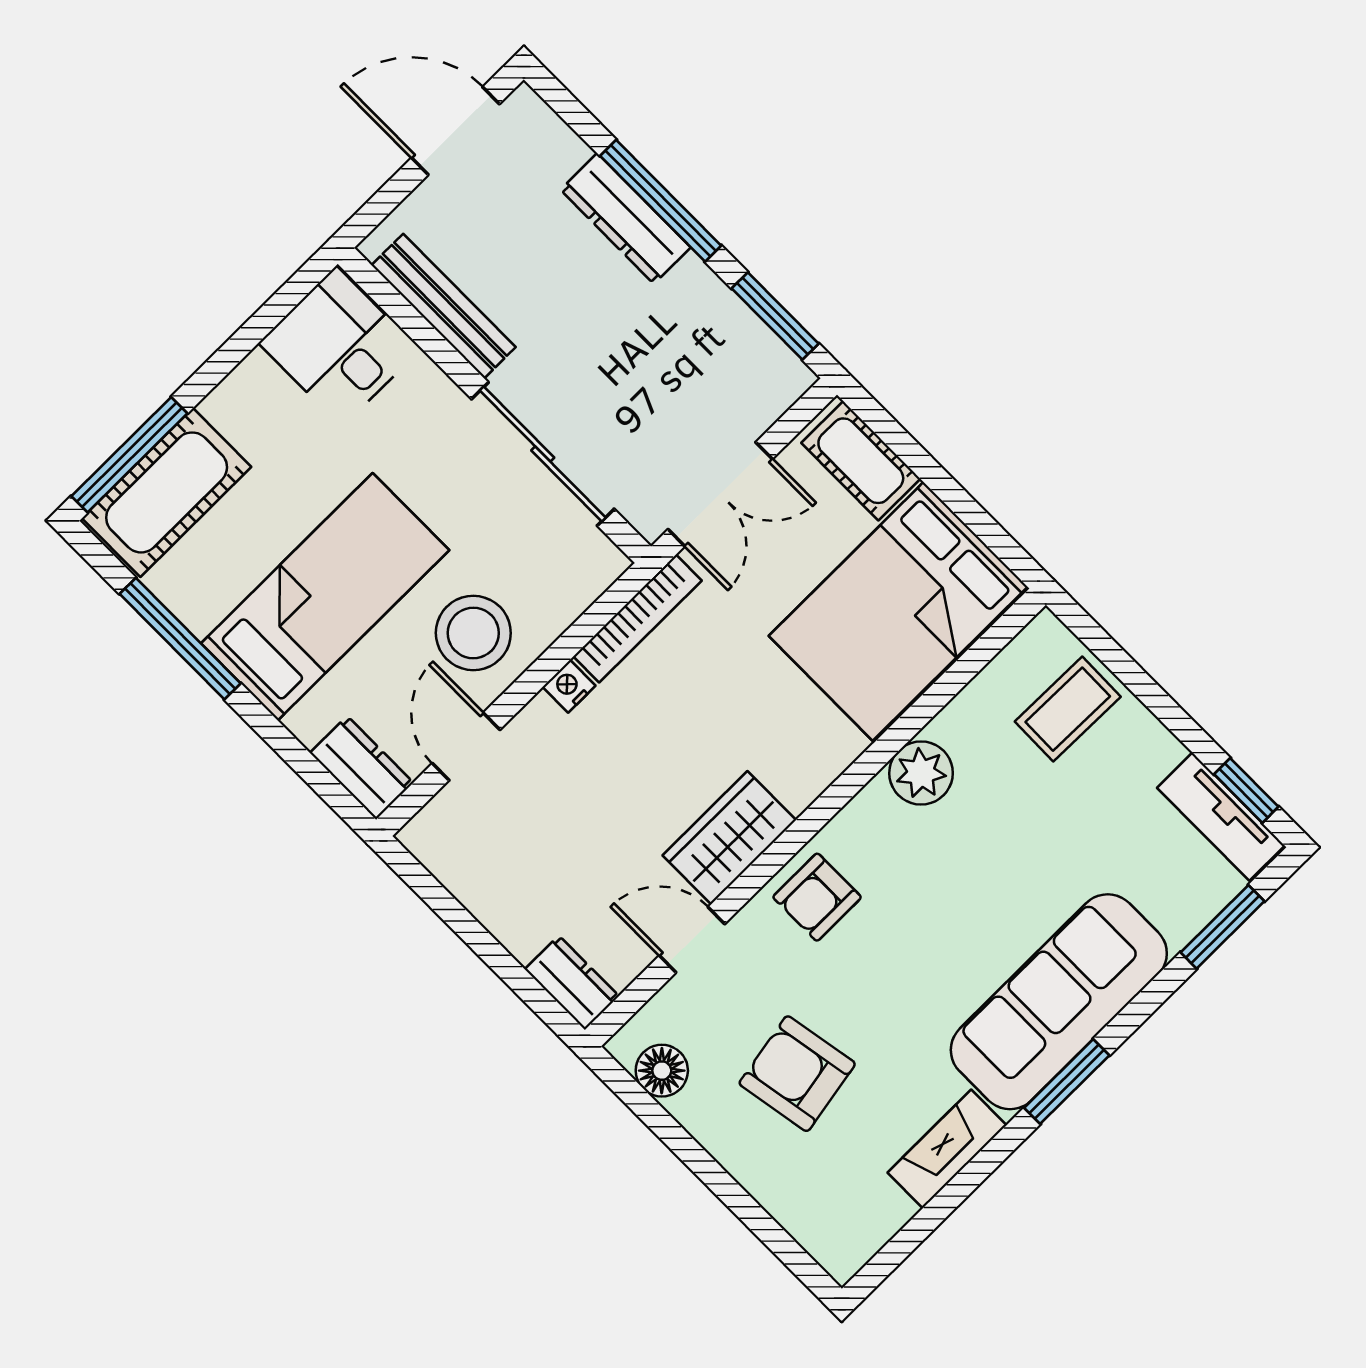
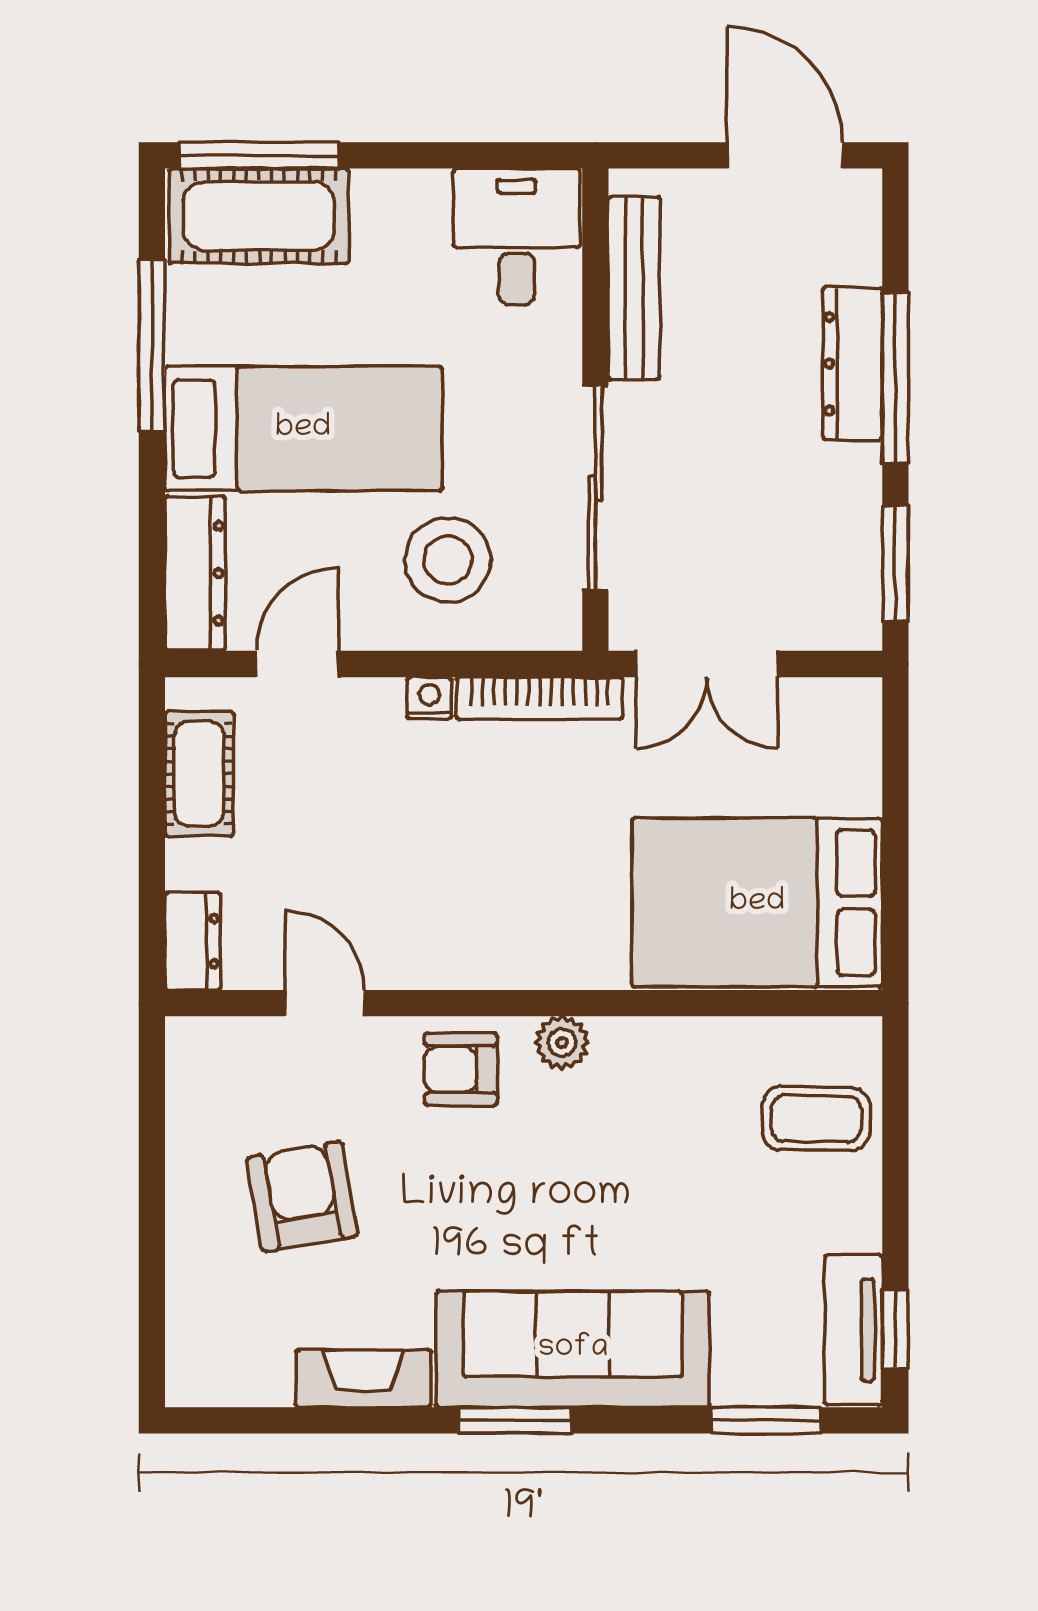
cot: (861, 461) -> (199, 774), moved
stool: (473, 633) -> (448, 560), moved
dresser: (361, 768) -> (195, 573), width x1.44
plant: (921, 773) -> (562, 1042), moved, width x0.73, depth x0.73
wardrobe: (729, 838) -> (437, 950), removed
floor lamp: (662, 1071) -> (195, 1085), removed

